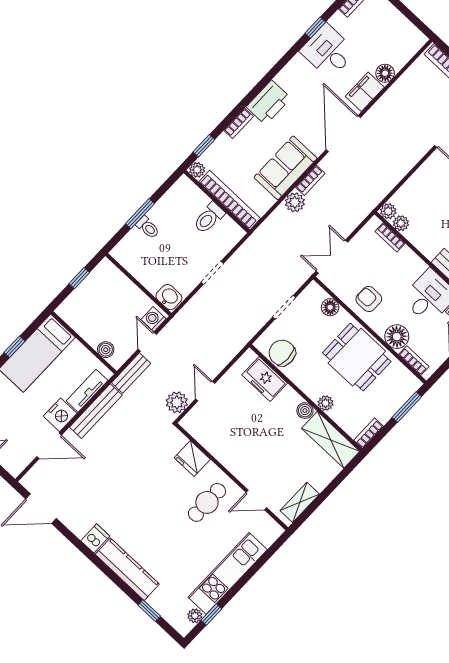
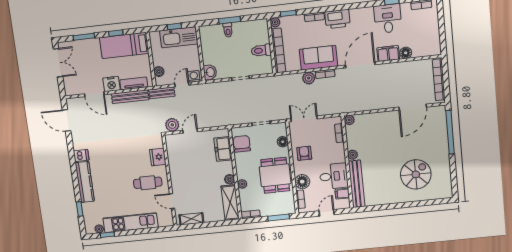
plant: (401, 223) -> (353, 155), moved
kitchen sink: (96, 287) -> (179, 37), added

